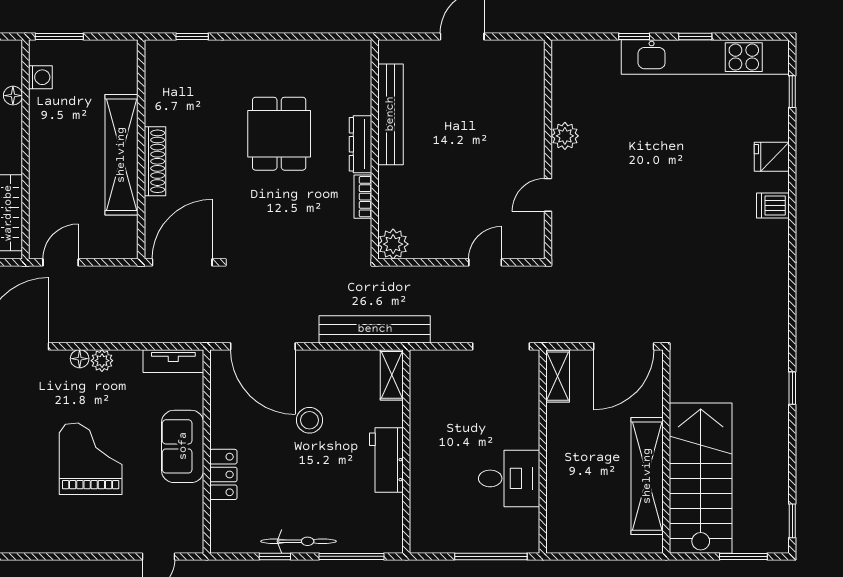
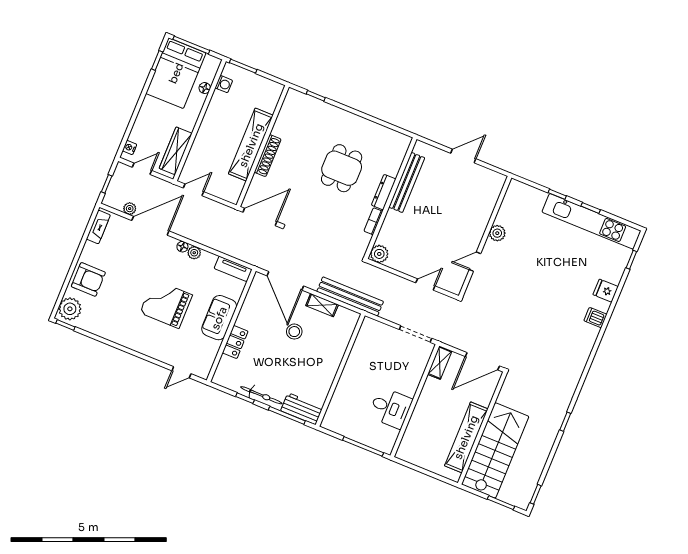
shelving: (392, 375) -> (322, 305), moved, turned 90
grand piano: (91, 459) -> (166, 304), turned -90
workbench: (386, 460) -> (302, 409), moved, turned 90

